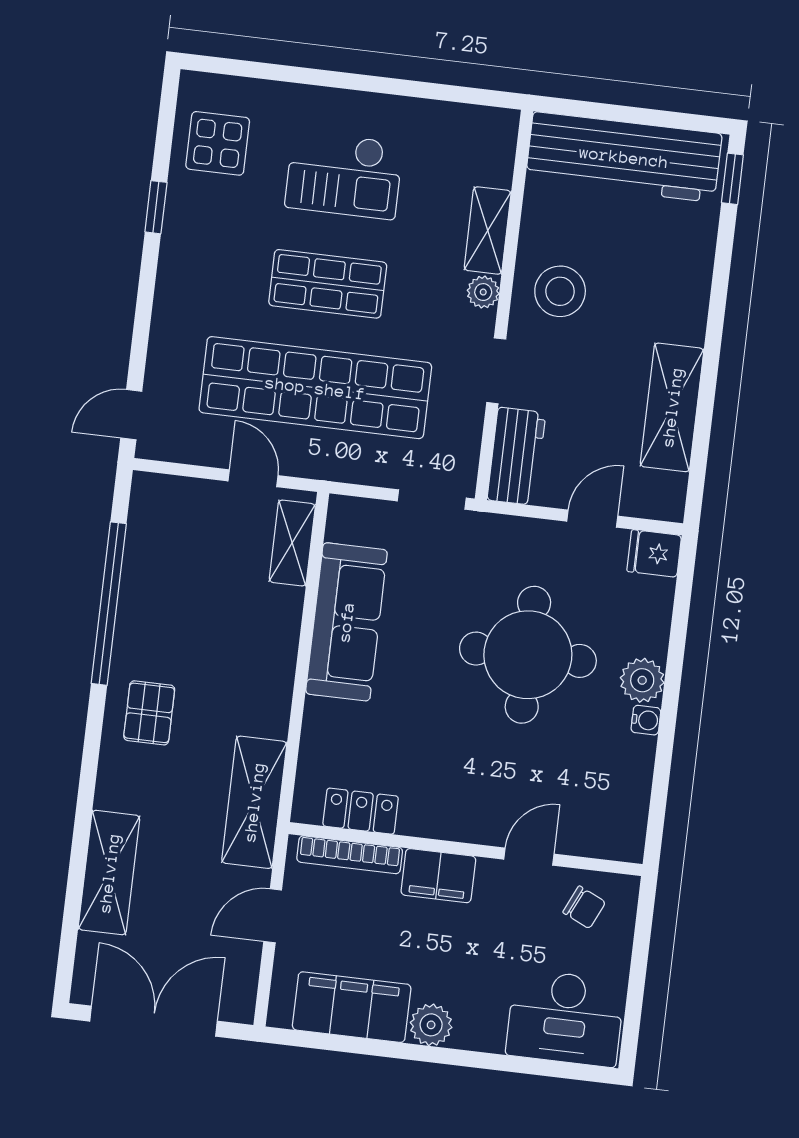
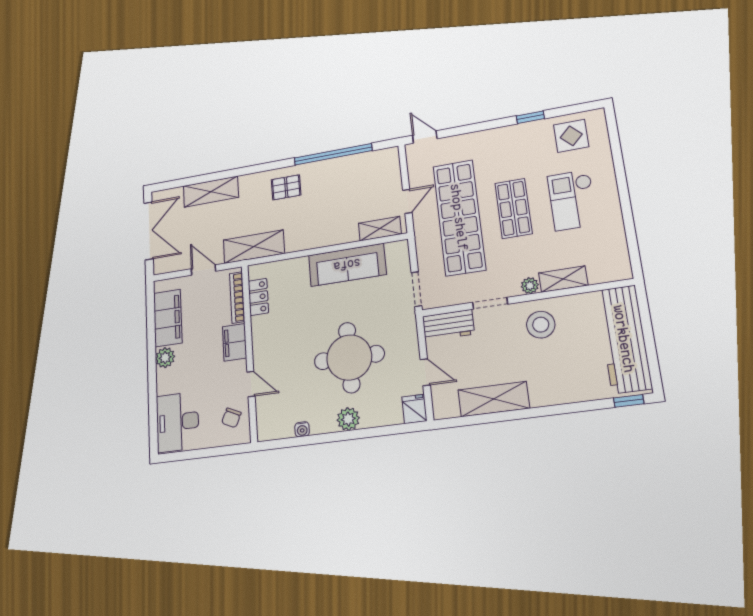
water cooler: (646, 720) -> (302, 429), moved

